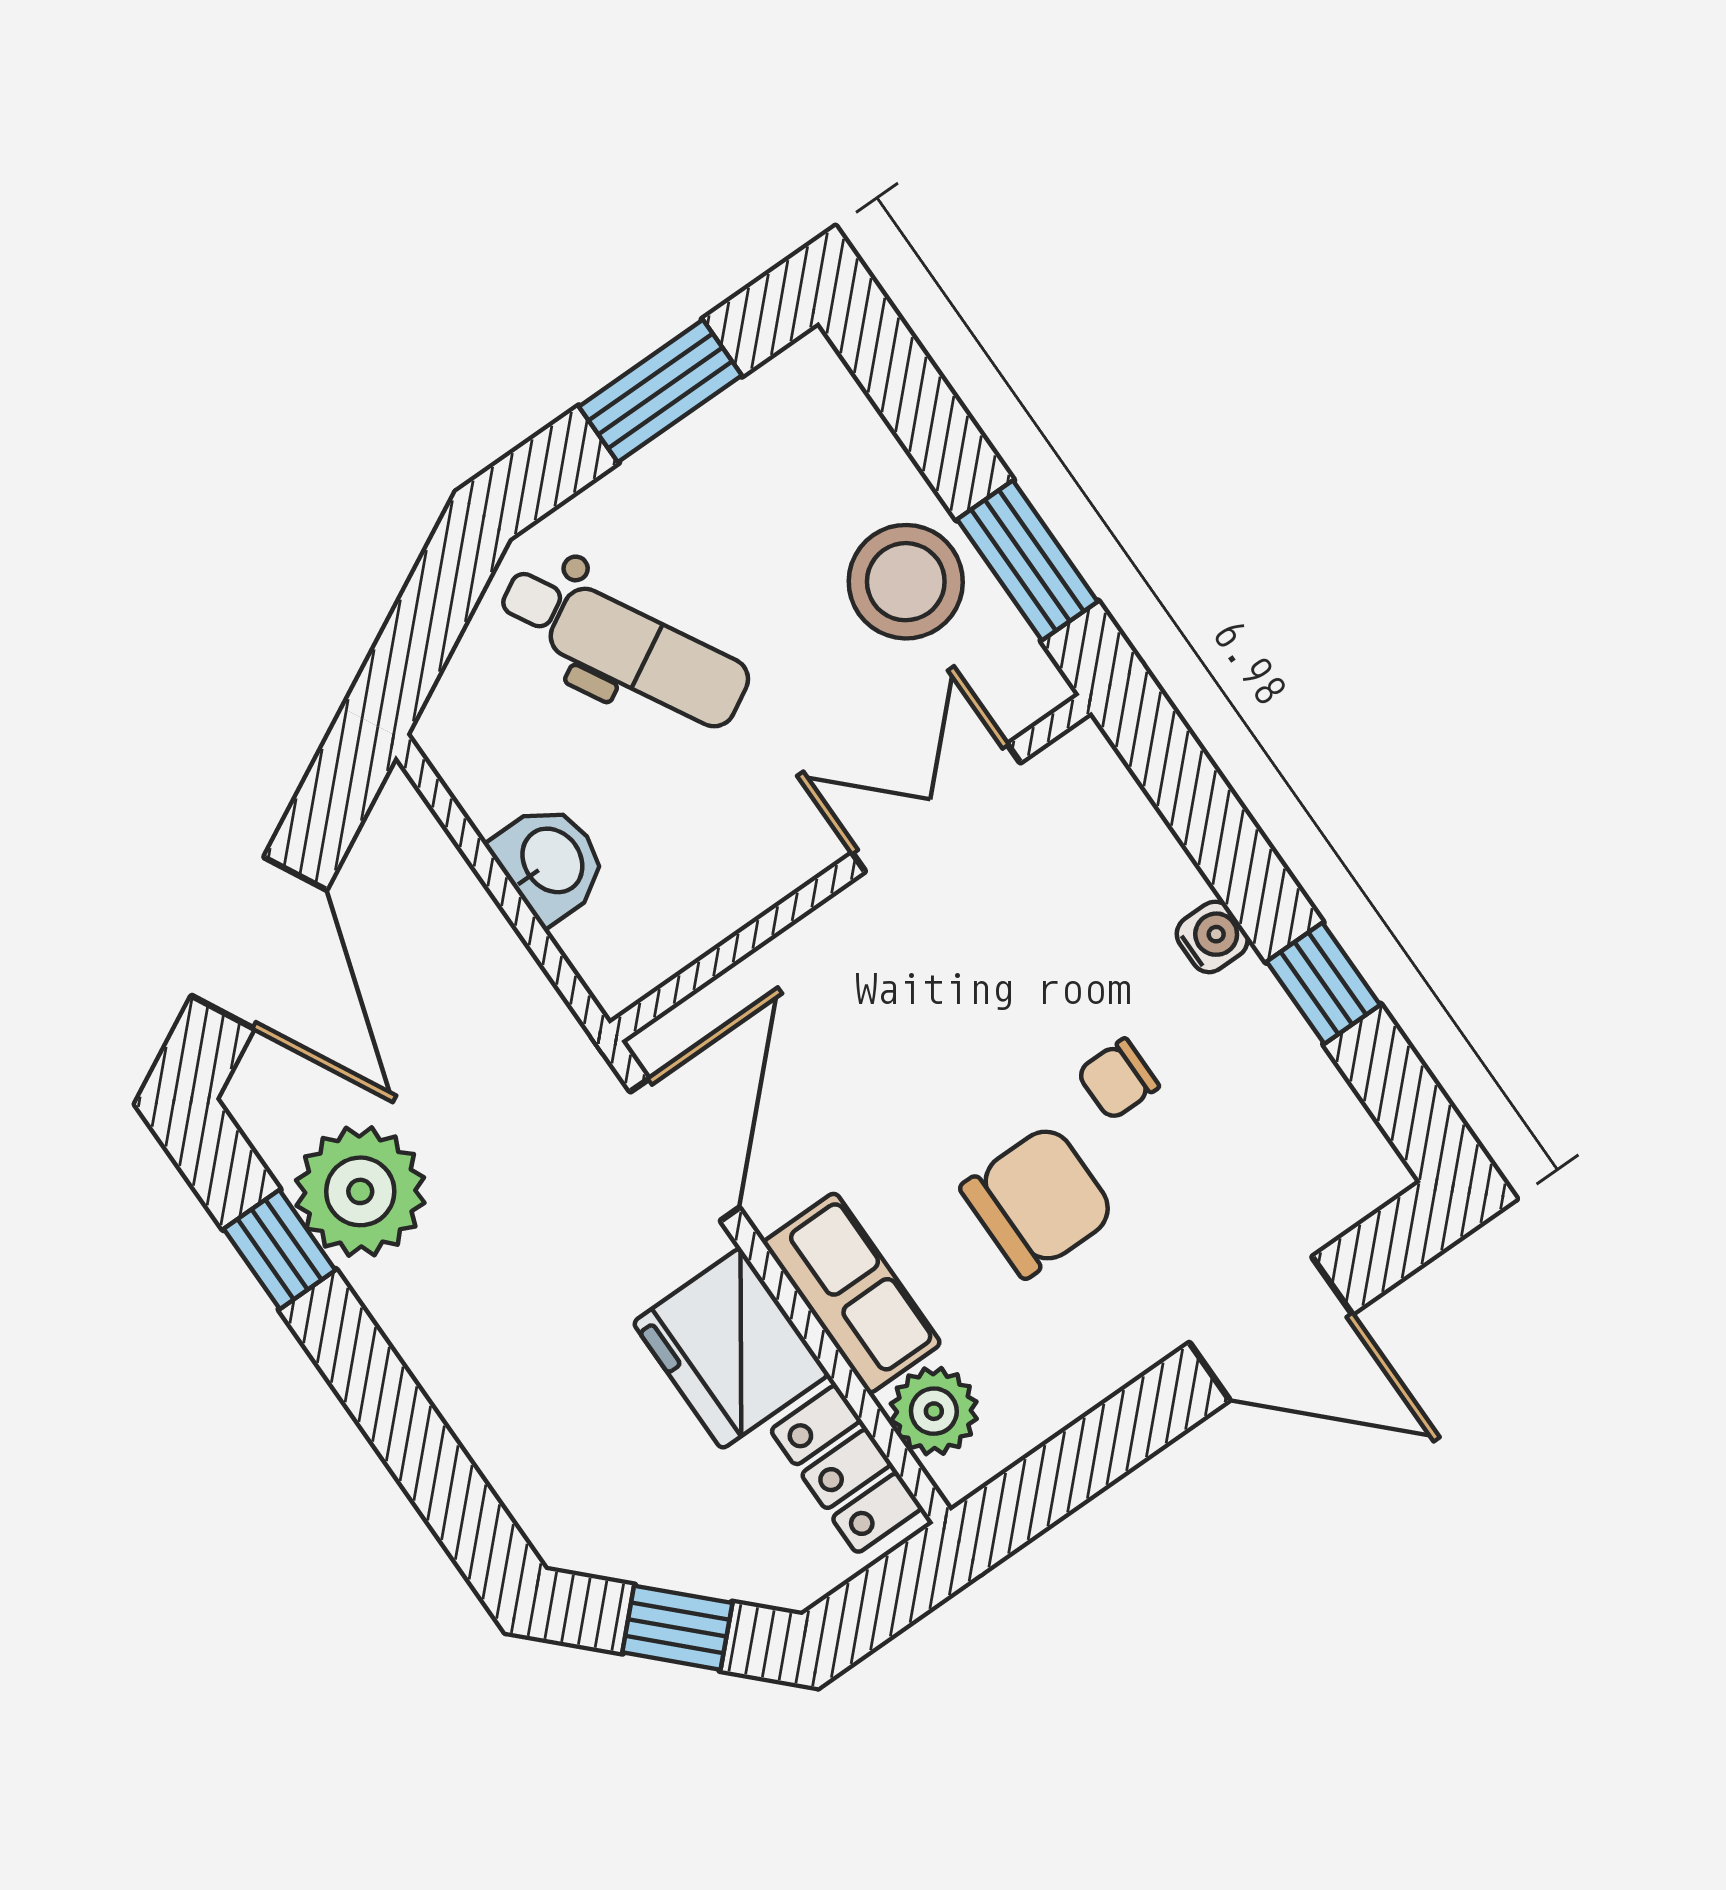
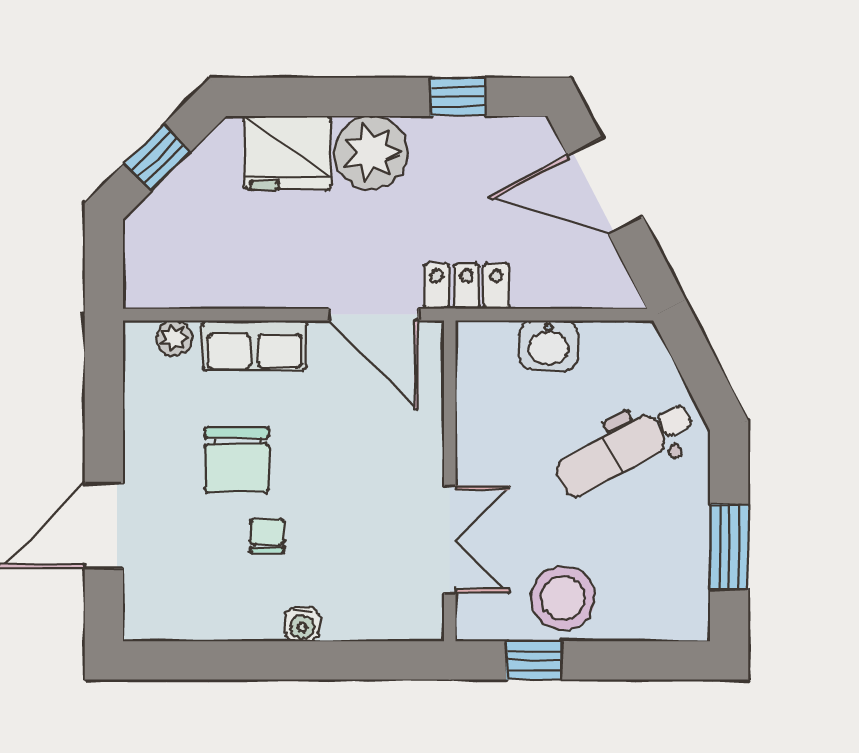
window: (1027, 560) -> (534, 660), width x0.67
window: (1323, 983) -> (245, 660), removed
plant: (360, 1191) -> (371, 153), moved
fridge: (731, 1348) -> (287, 153), moved, turned 180
plant: (934, 1411) -> (174, 338), width x0.73, depth x0.73
locker: (846, 1469) -> (466, 286), moved

